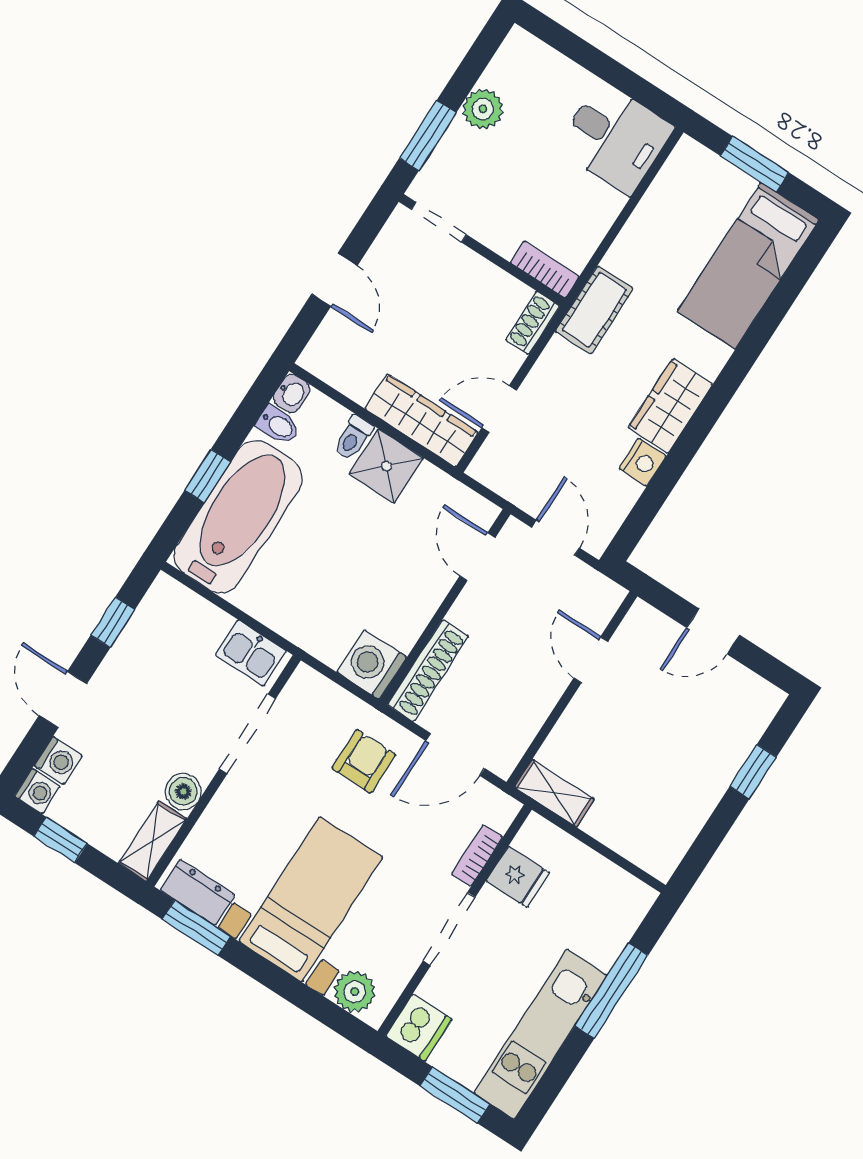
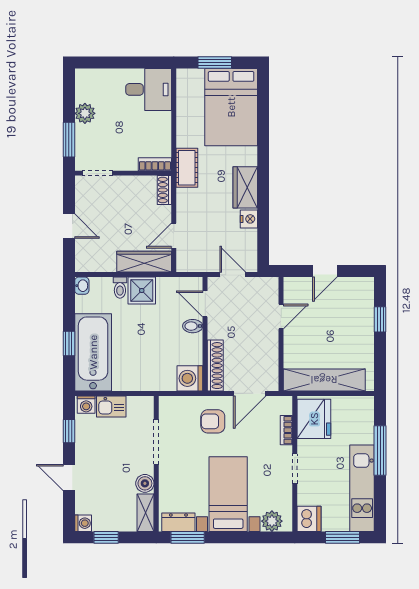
bed: (748, 266) -> (231, 107), width x1.50
bidet: (278, 425) -> (193, 326), moved, turned 180
kitchen sink: (251, 653) -> (111, 406), moved
door: (591, 660) -> (281, 316), swing flipped
washing machine: (58, 760) -> (86, 405), moved, turned 90
armchair: (364, 761) -> (213, 421), turned -90
shelving: (554, 793) -> (324, 380), width x2.20, depth x1.33
fridge: (518, 877) -> (314, 419), width x1.88, depth x1.34
doorway: (449, 929) -> (295, 469), width x0.73

